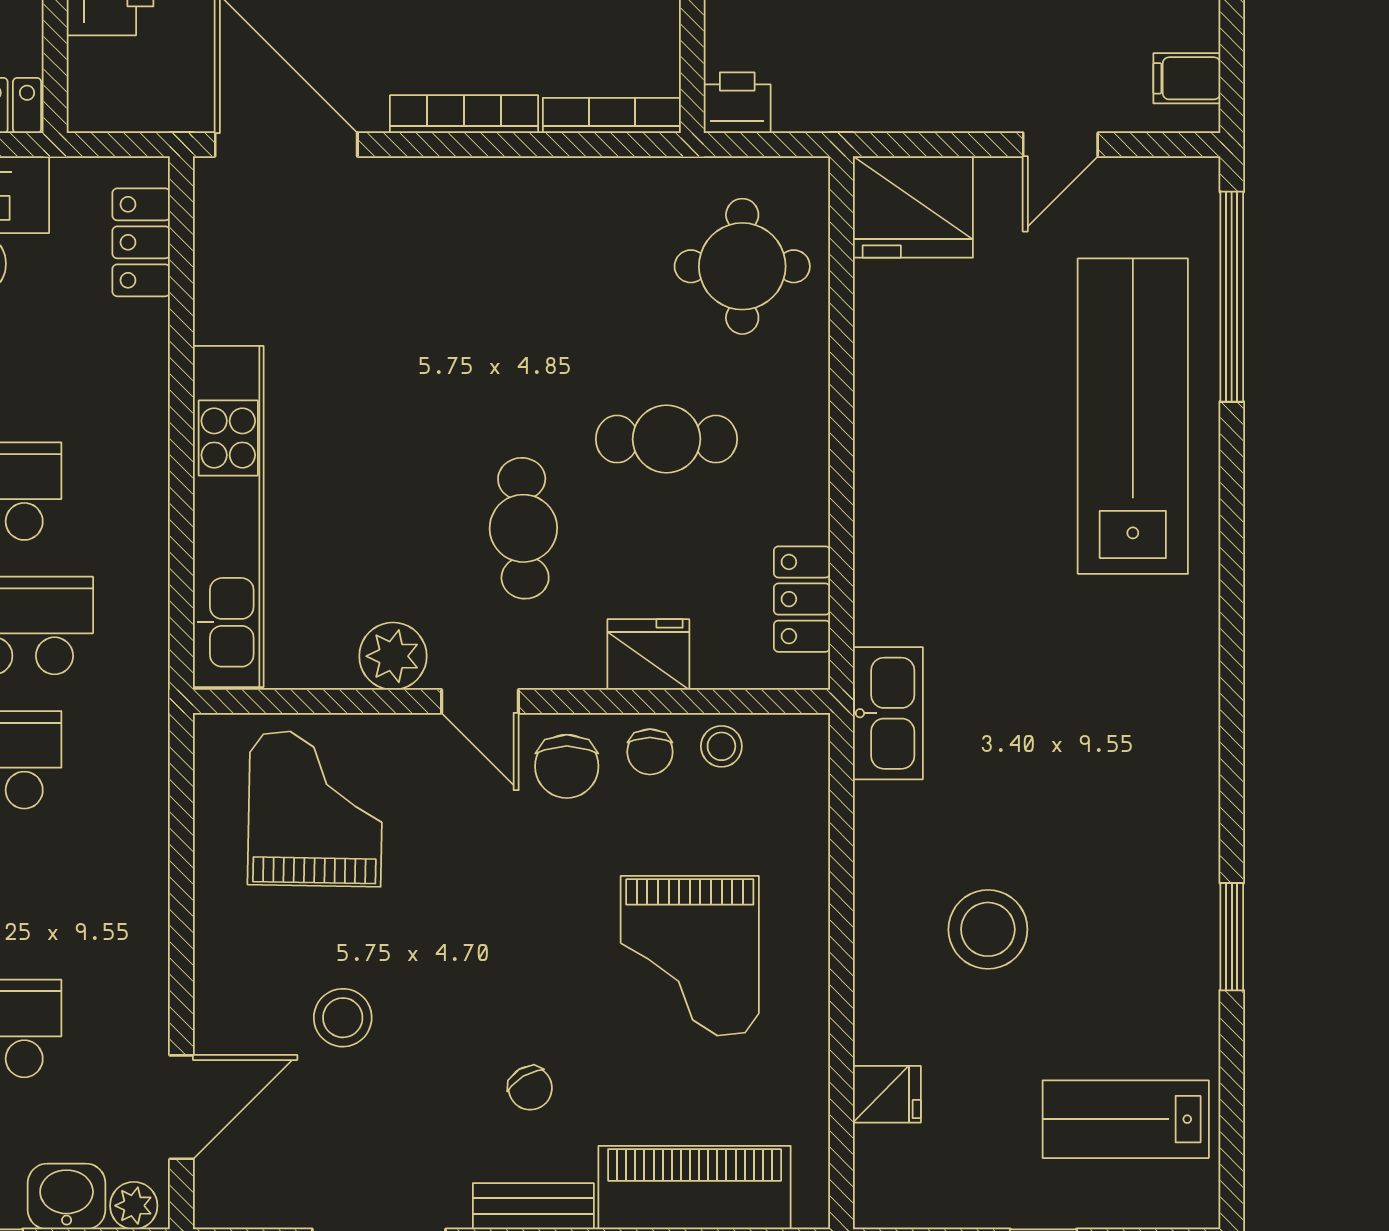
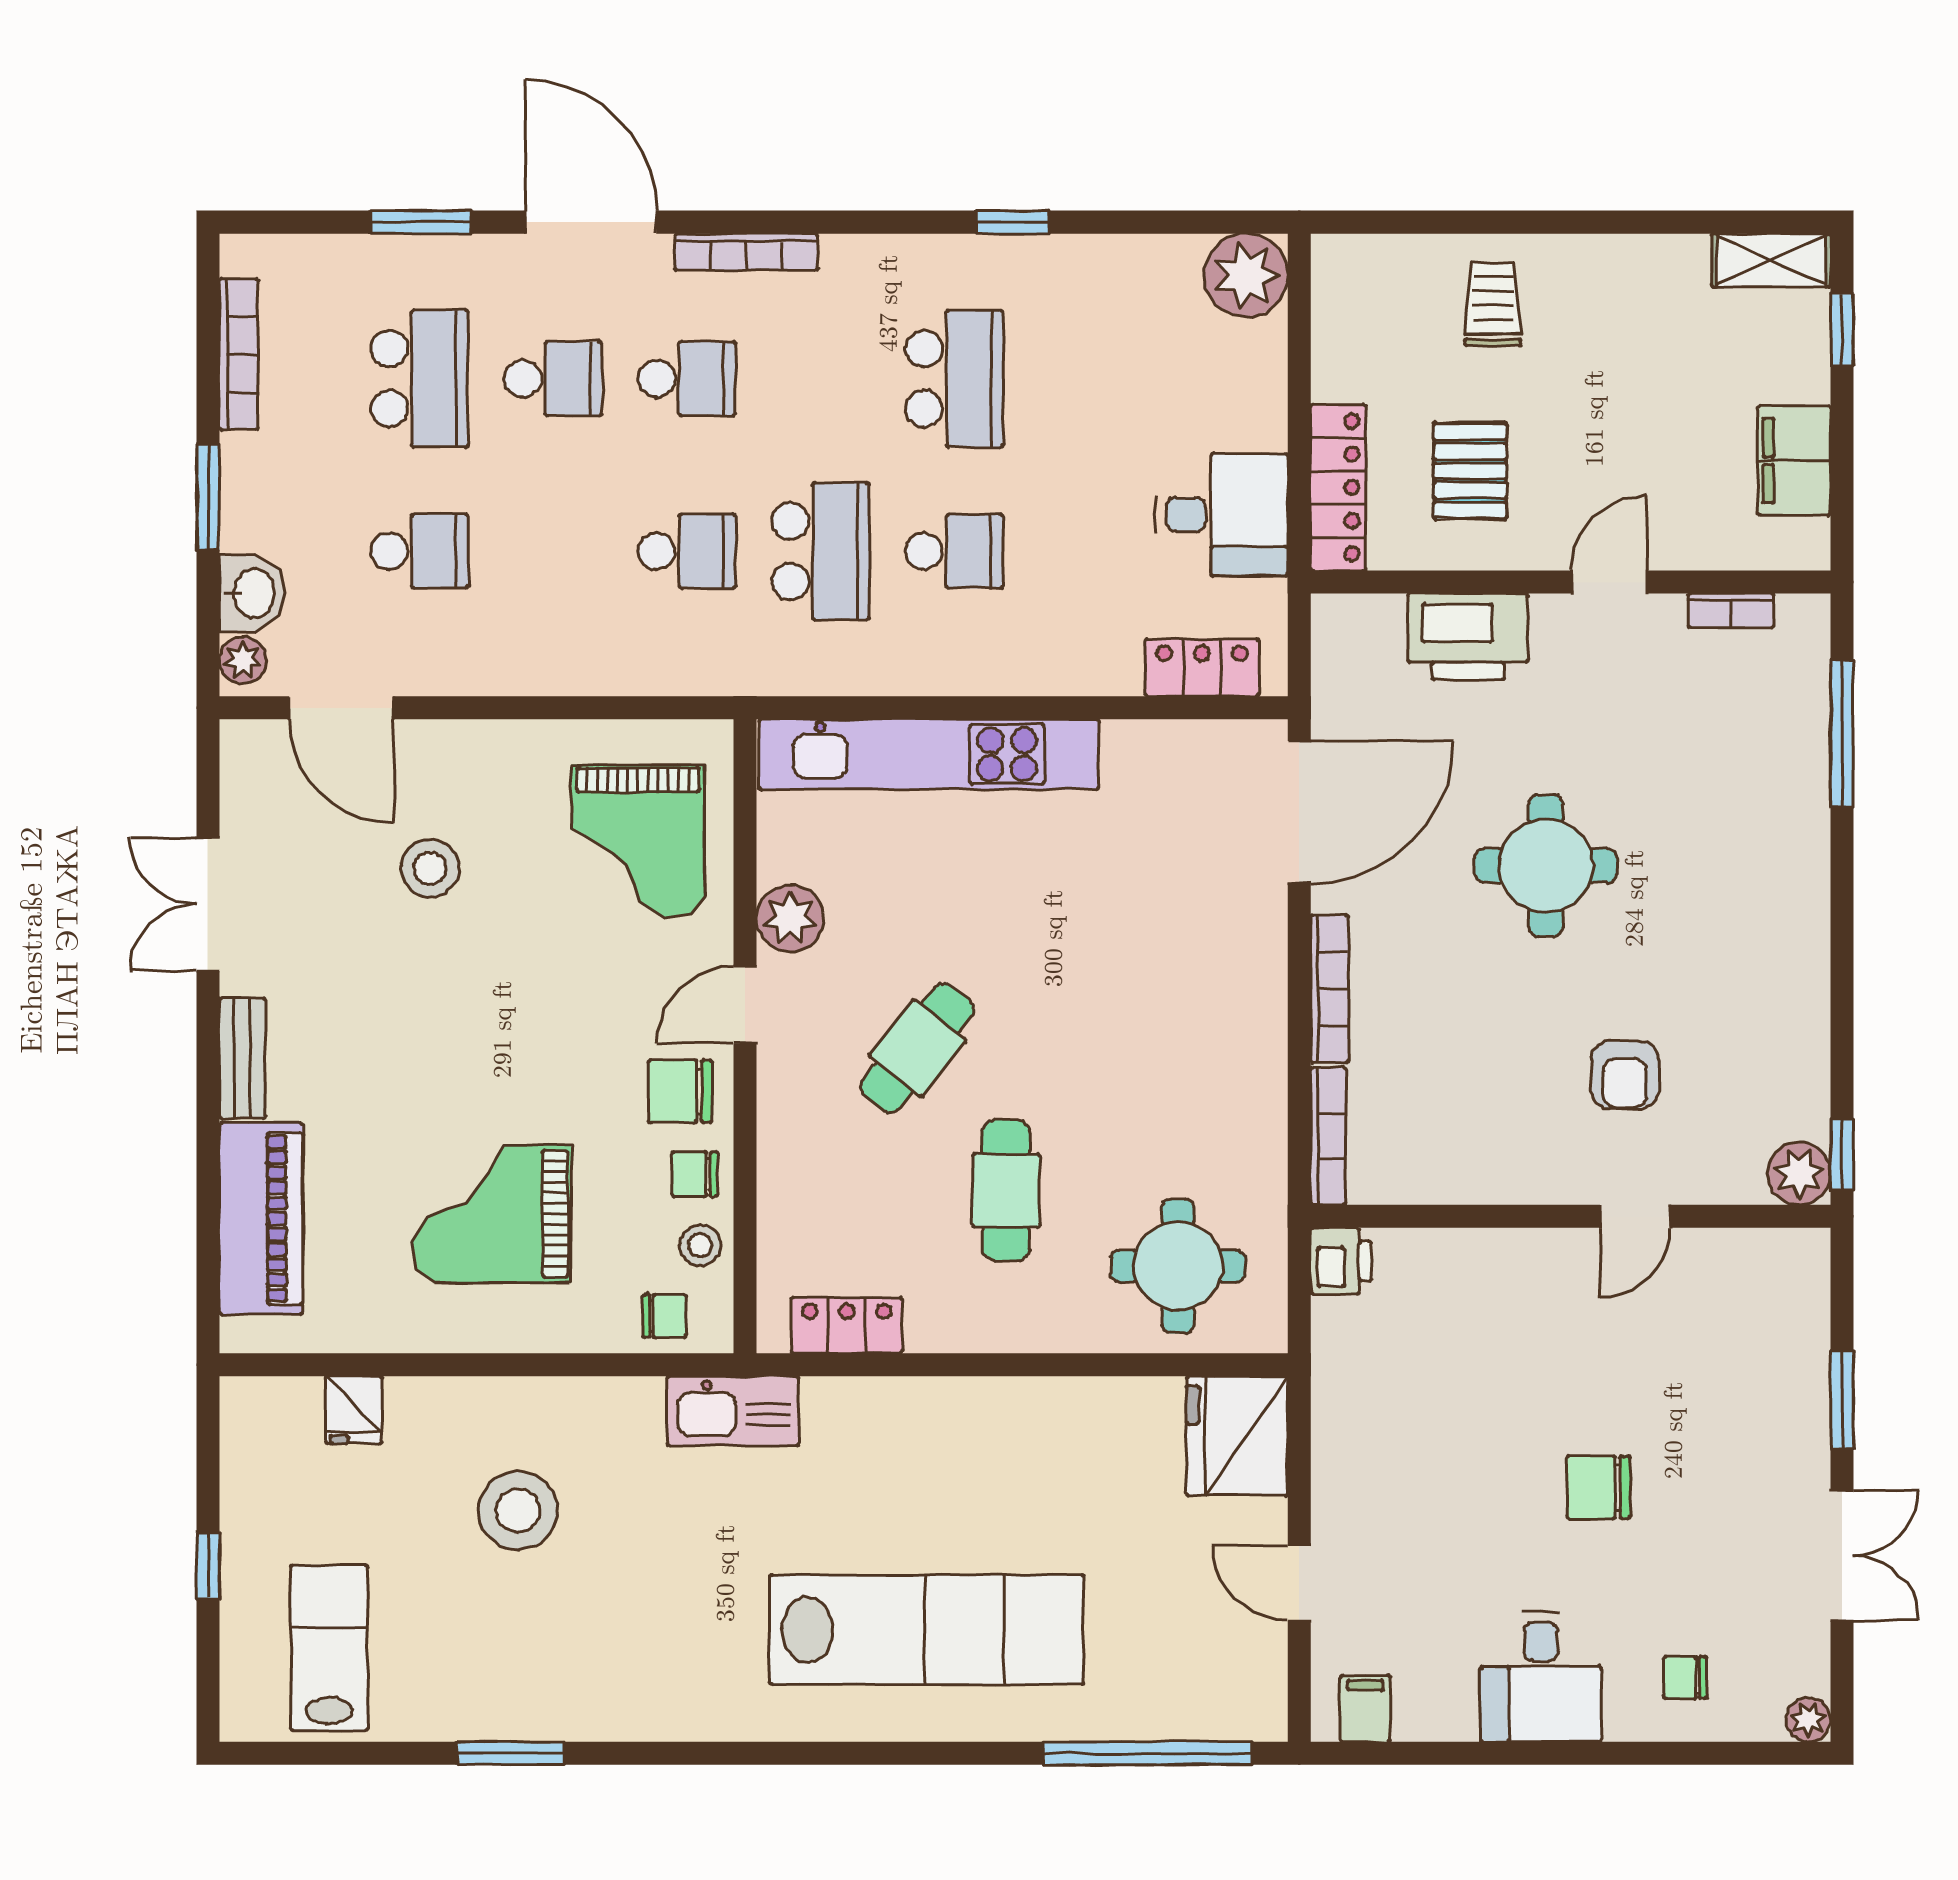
lab bench: (1133, 416) -> (927, 1630), moved
cafe table: (523, 528) -> (917, 1048), turned -50
fridge: (648, 655) -> (792, 1172), removed
grand piano: (315, 809) -> (638, 841), turned 89
chair: (530, 1088) -> (664, 1316), moved, turned -149

